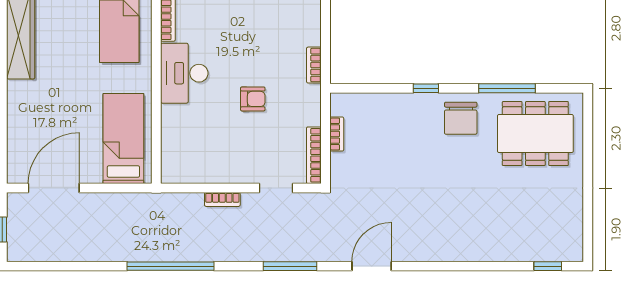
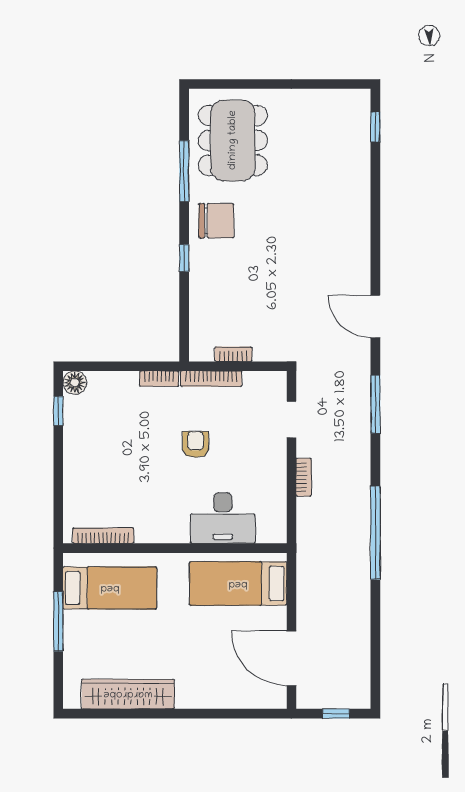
desk: (184, 73) -> (223, 518), moved
bookcase: (314, 155) -> (211, 379), moved

